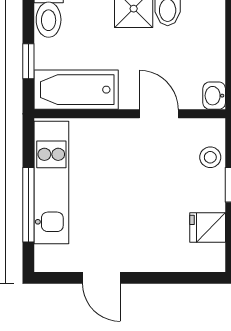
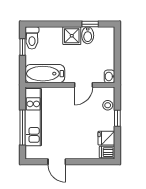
window: (28, 61) -> (22, 47), moved
door: (159, 114) -> (84, 85), swing flipped
dishwasher: (209, 257) -> (107, 152), added

